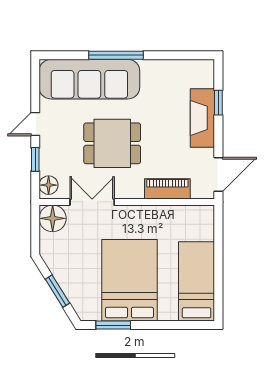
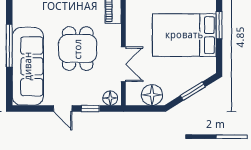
double door: (92, 202) -> (123, 64), swing flipped
floor lamp: (53, 218) -> (152, 95), moved
window: (113, 325) -> (219, 25), moved

